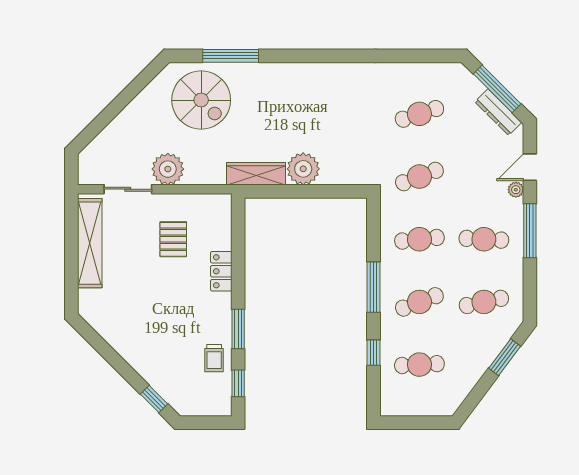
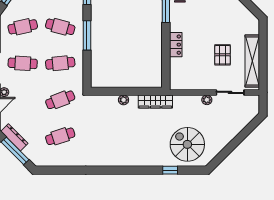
window: (231, 56) -> (170, 170), width x0.46
plant: (168, 169) -> (207, 100), width x0.53, depth x0.53
plant: (303, 169) -> (124, 100), width x0.53, depth x0.53
pallet: (173, 239) -> (223, 55), moved
cafe table: (419, 302) -> (60, 27), turned 36

